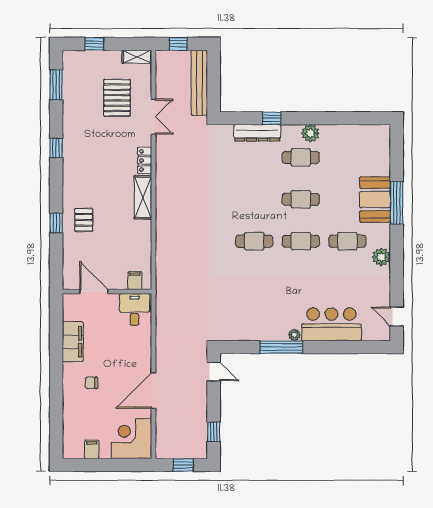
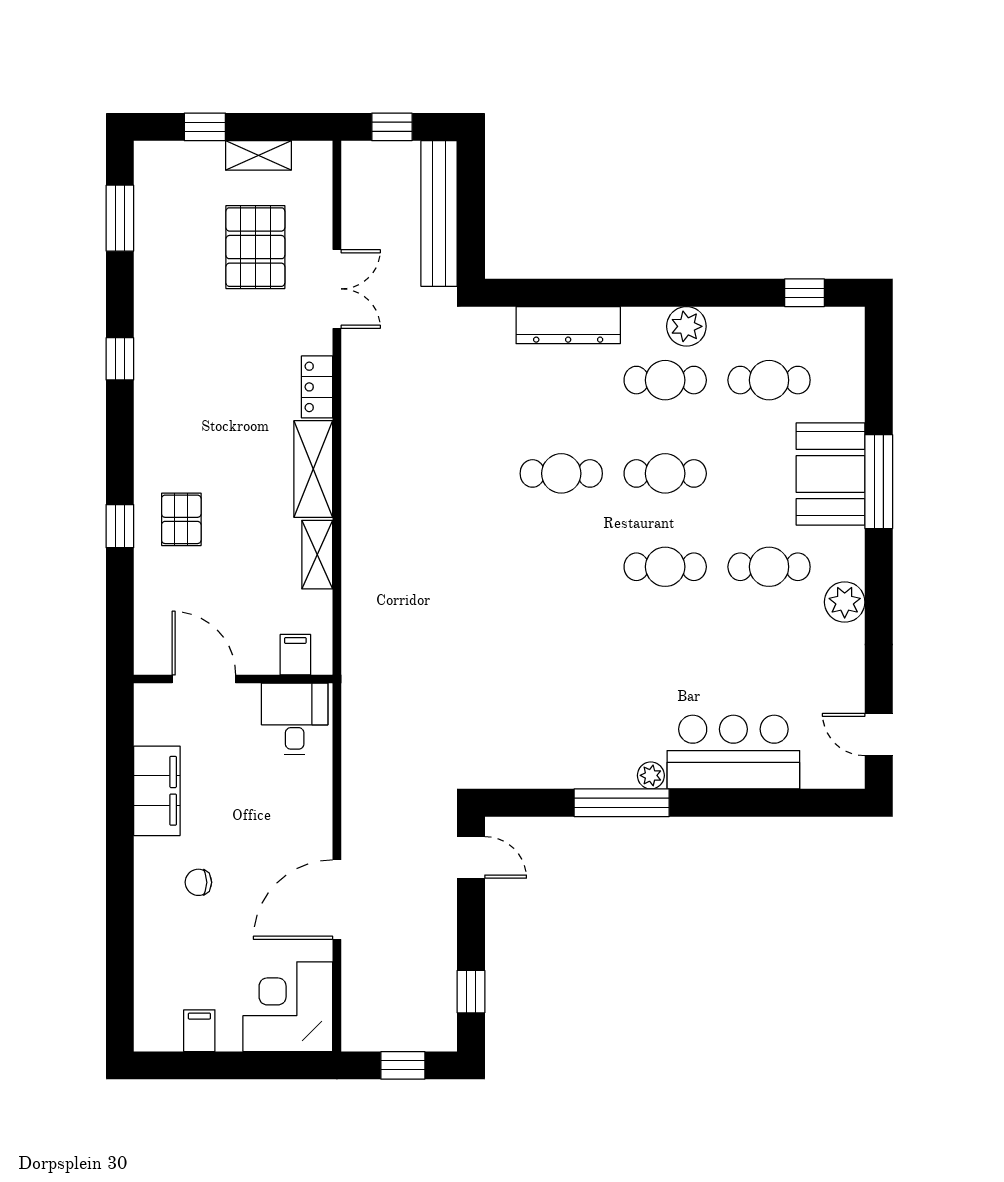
shelving: (137, 57) -> (258, 155), moved
window: (272, 118) -> (804, 293), moved
cafe table: (347, 157) -> (769, 380), added
shelving: (145, 236) -> (317, 555), added
cafe table: (254, 241) -> (561, 473), moved

